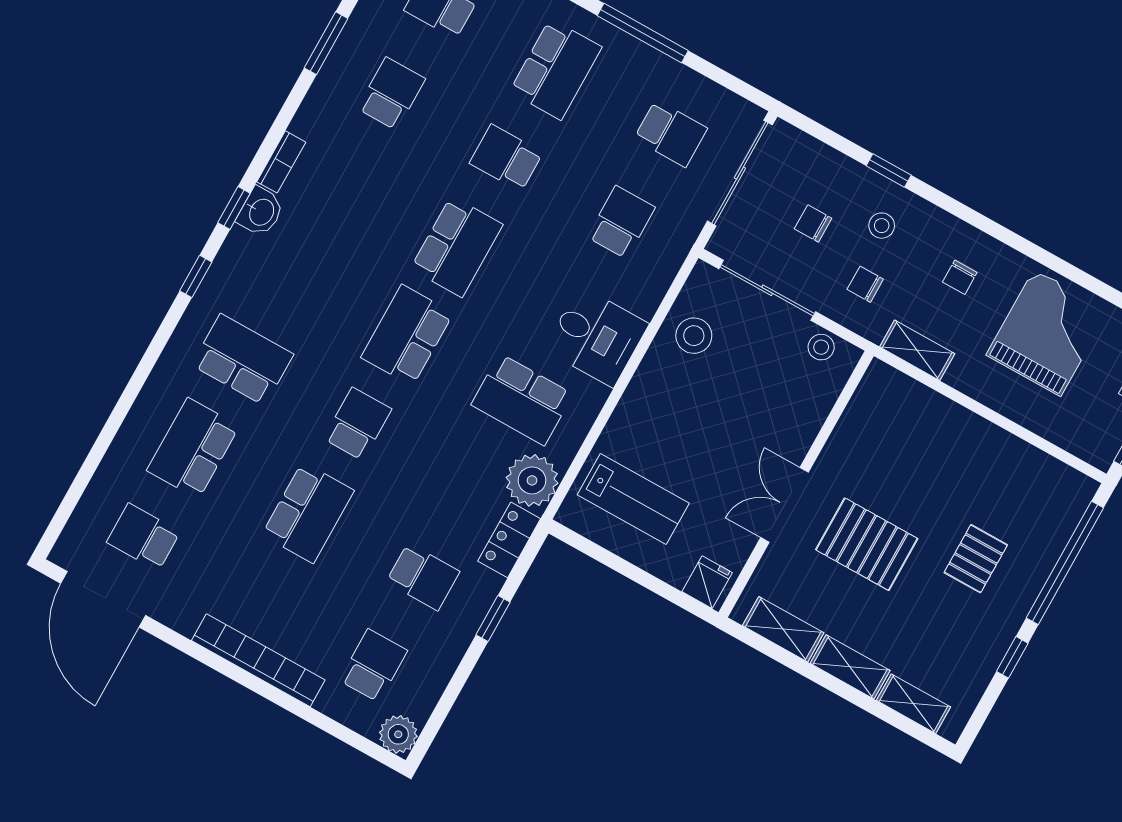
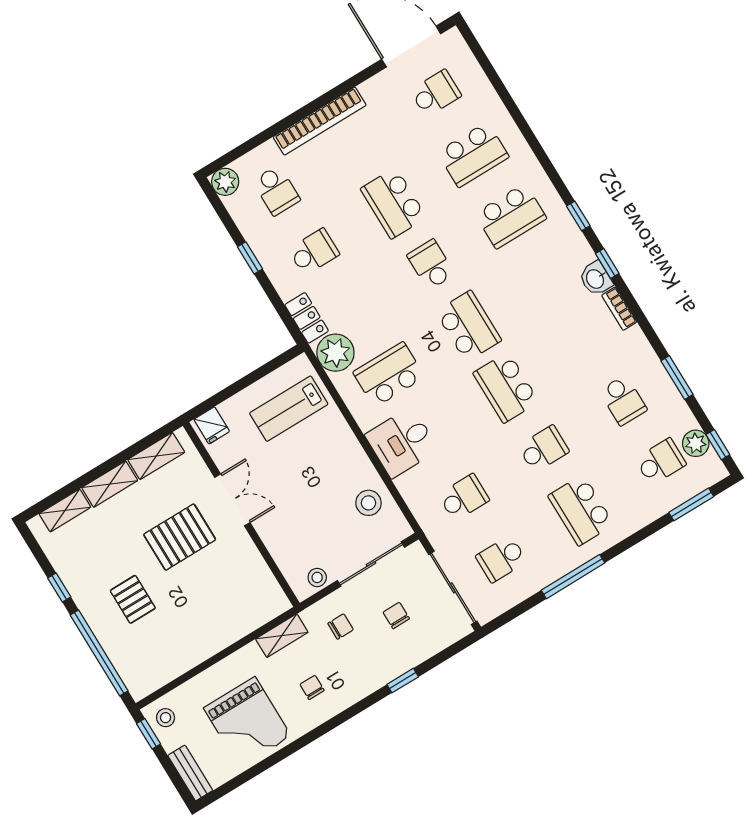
school desk: (621, 222) -> (464, 497), turned -90
chair: (813, 224) -> (396, 615), turned -90
stool: (882, 226) -> (166, 718), moved
school desk: (358, 424) -> (431, 265), turned 180
school desk: (193, 448) -> (473, 155), turned 90
school desk: (423, 577) -> (314, 252), turned 180
window: (493, 619) -> (250, 258), moved

